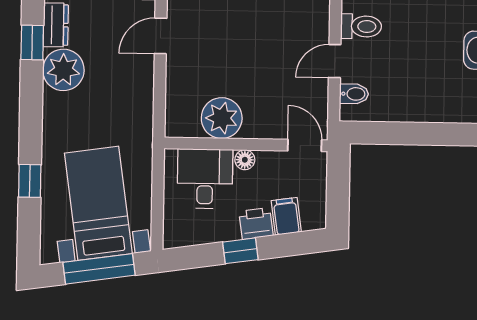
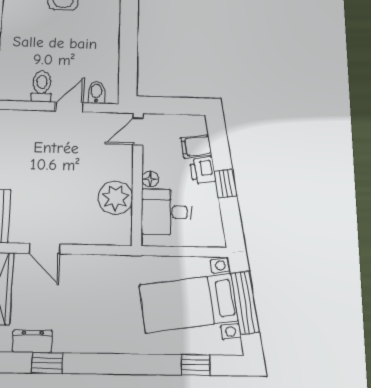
door: (335, 61) -> (69, 107), swing flipped
plant: (63, 70) -> (72, 334), removed
window: (30, 181) -> (196, 365), moved

